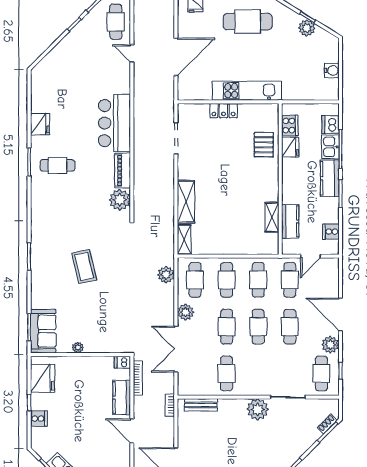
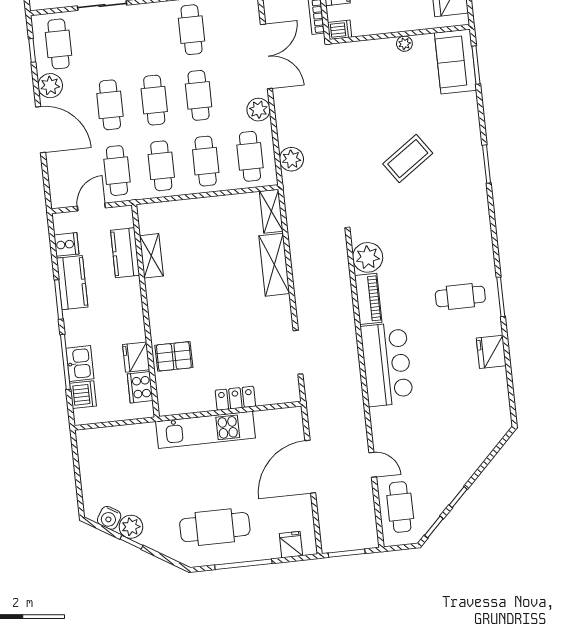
water cooler: (332, 70) -> (109, 518), moved, turned -58
pallet: (264, 145) -> (174, 356), turned 90
kitchen counter: (330, 178) -> (72, 283), moved
coffee table: (84, 266) -> (408, 159), turned 68

